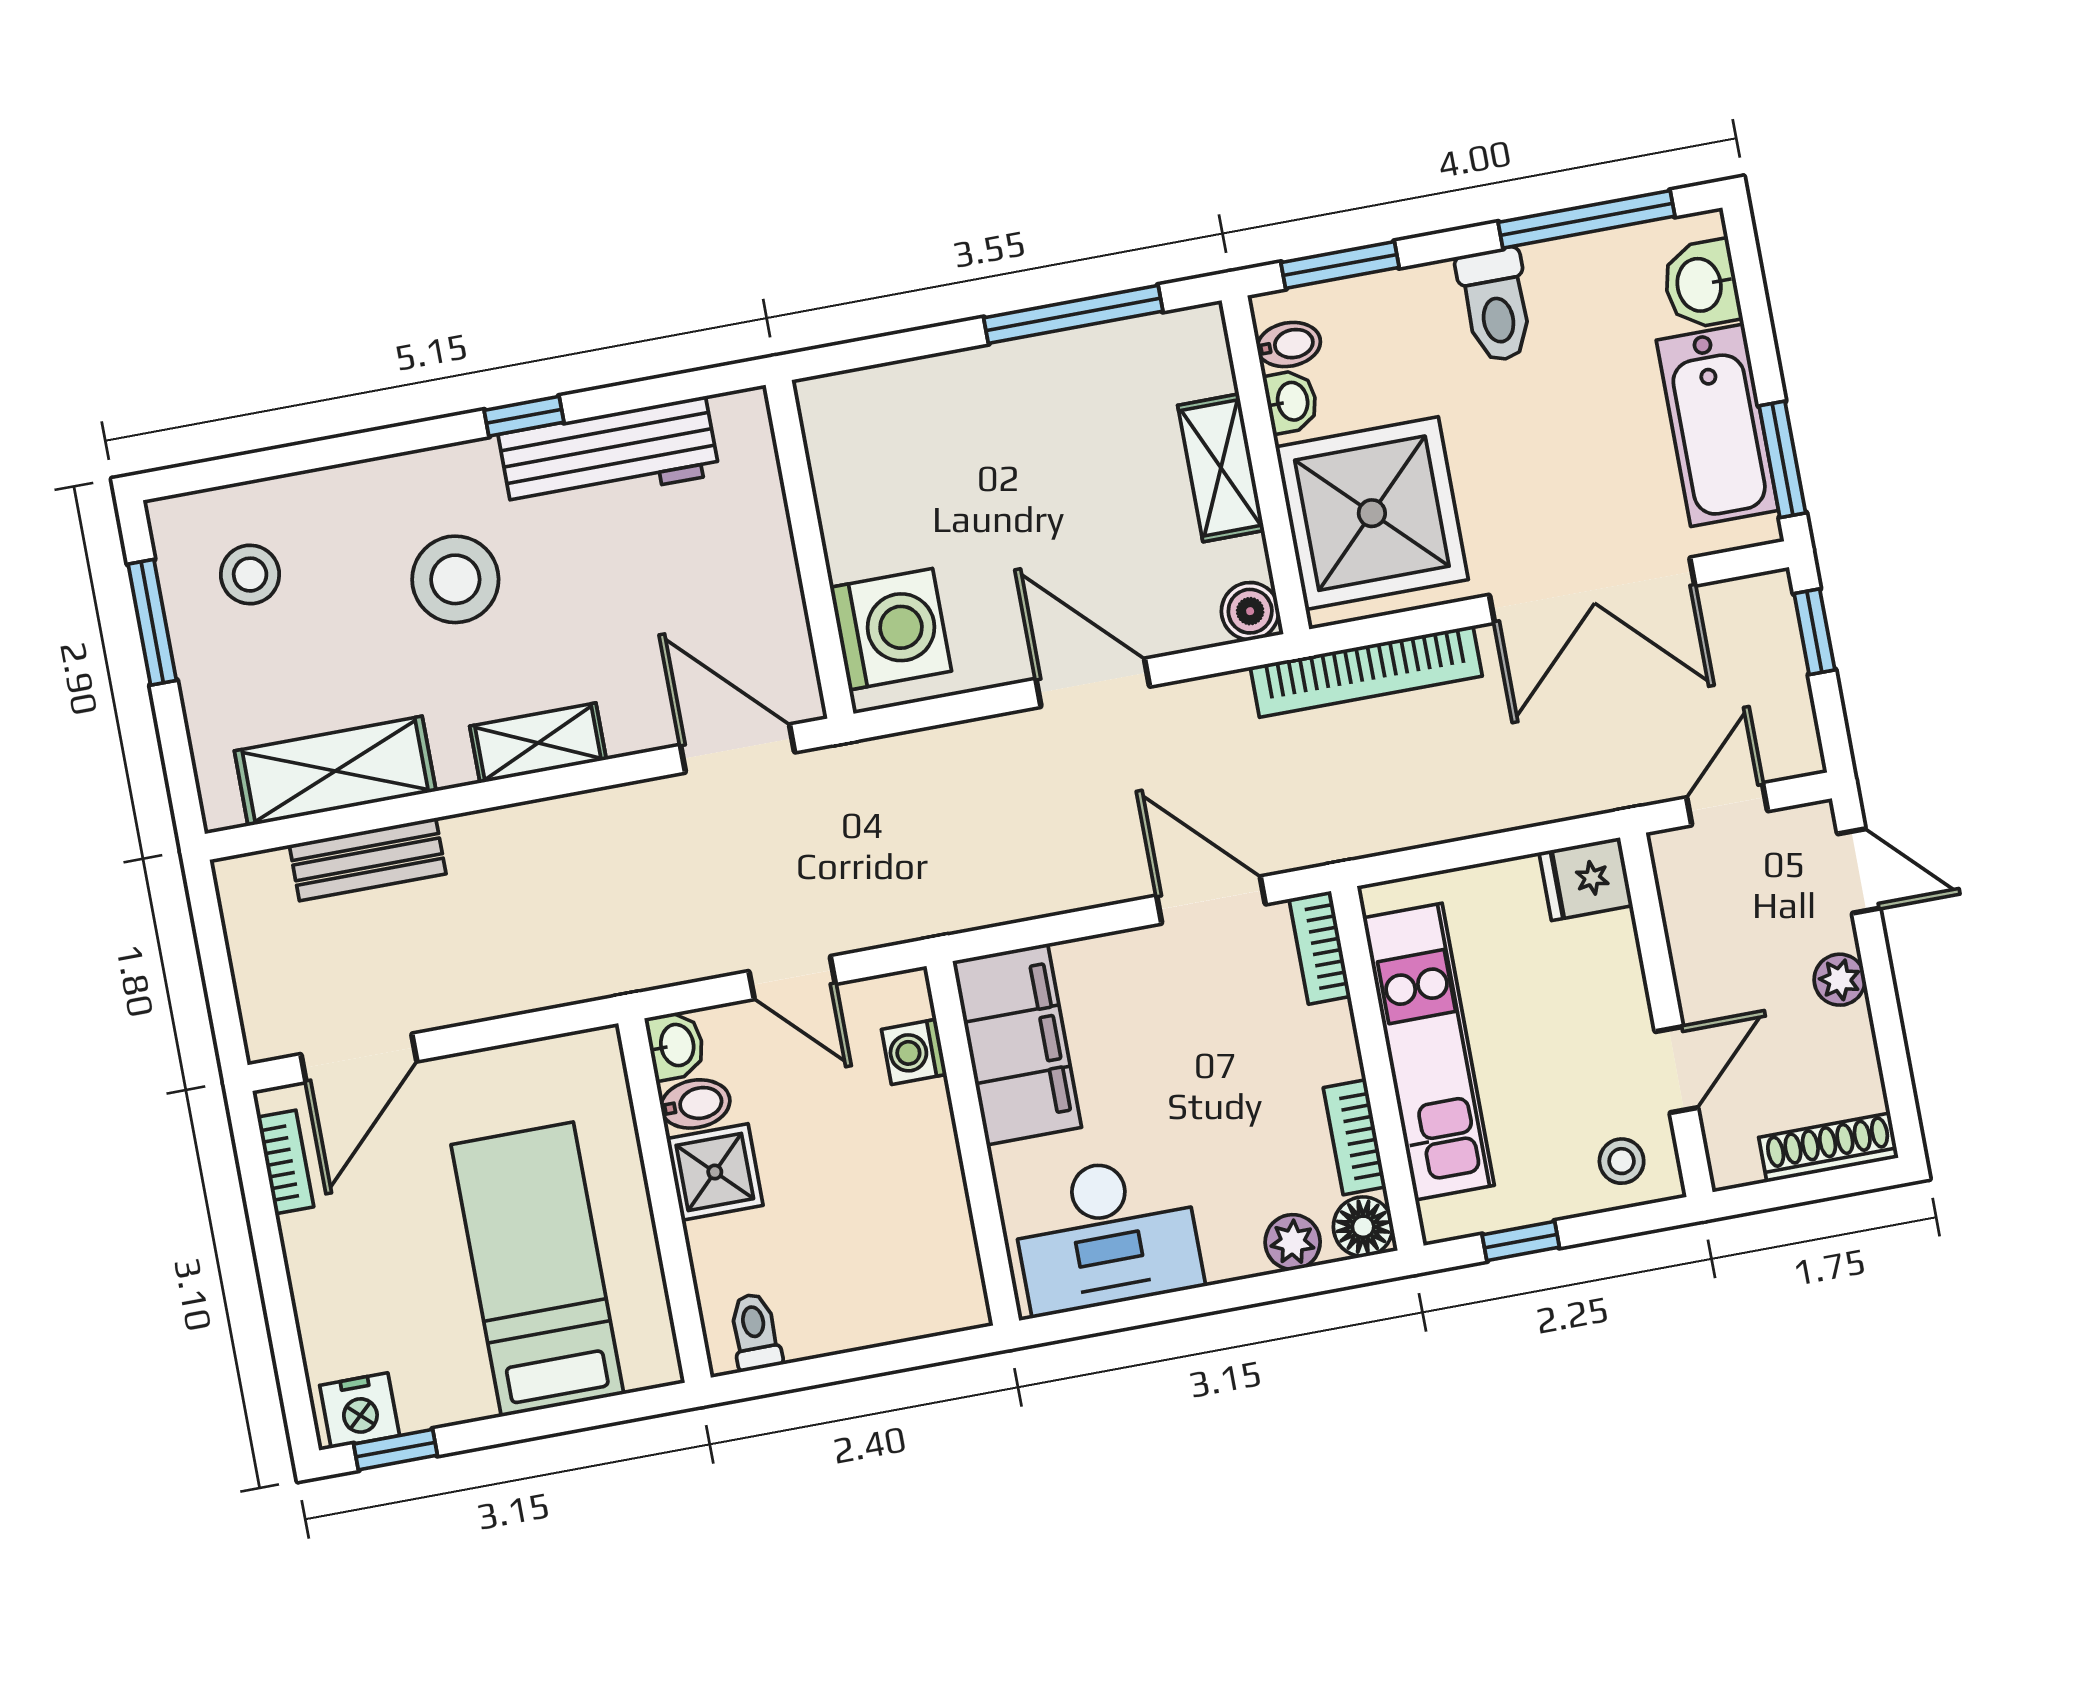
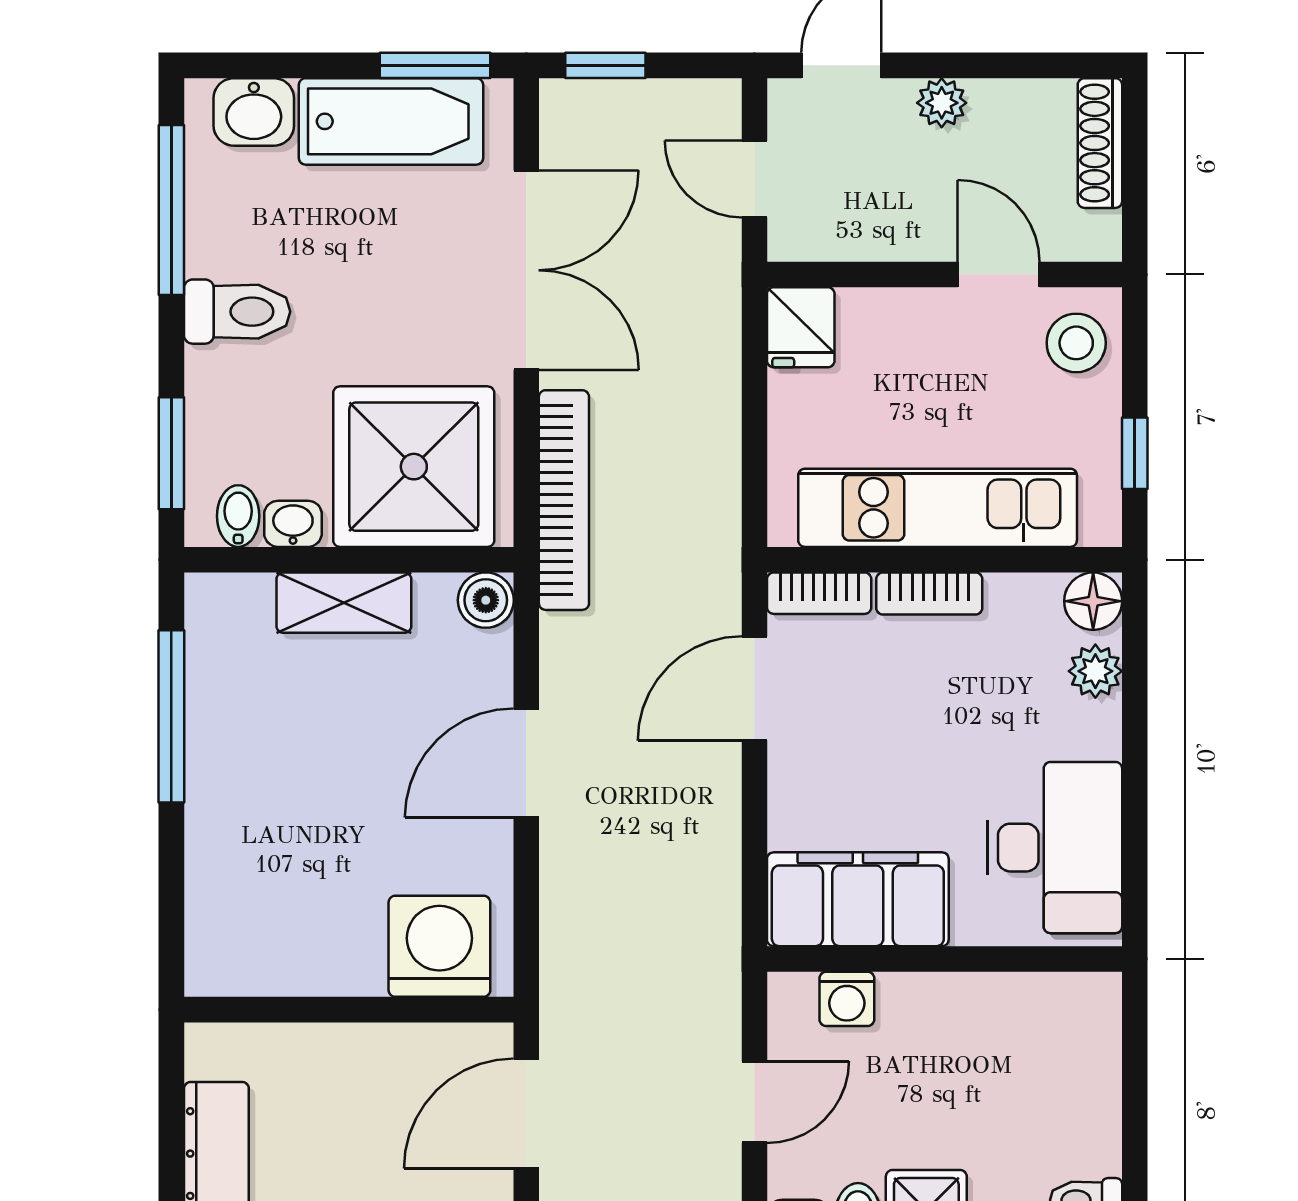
bookcase: (1355, 1137) -> (929, 594), moved
stool: (1622, 1161) -> (1076, 343), width x1.37, depth x1.37

